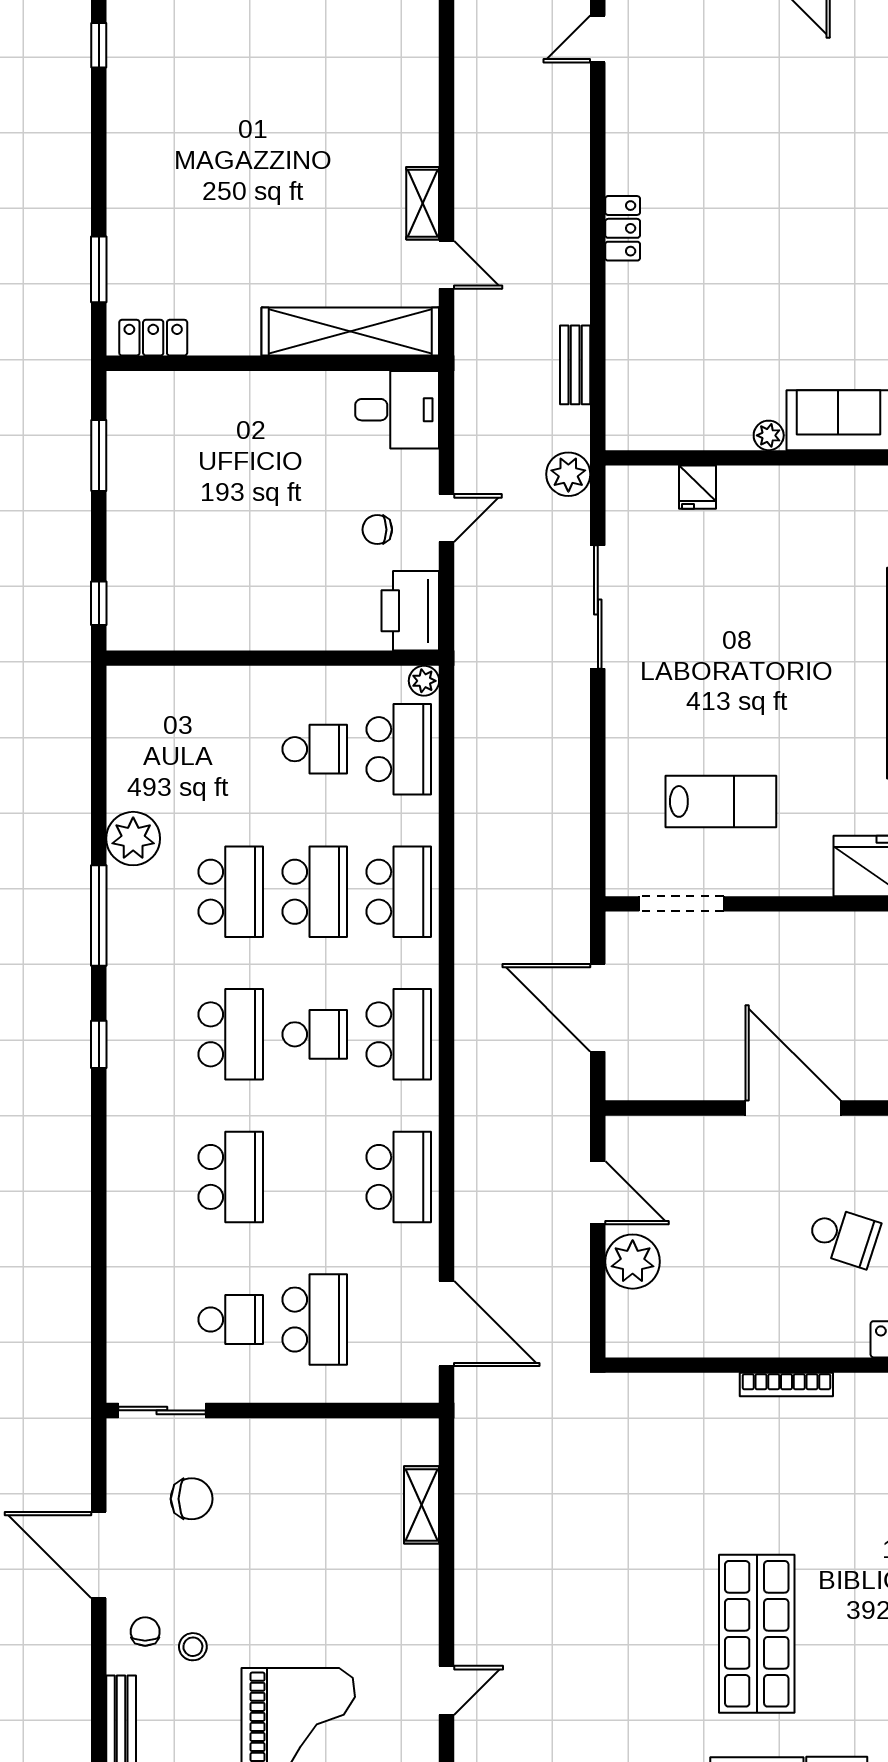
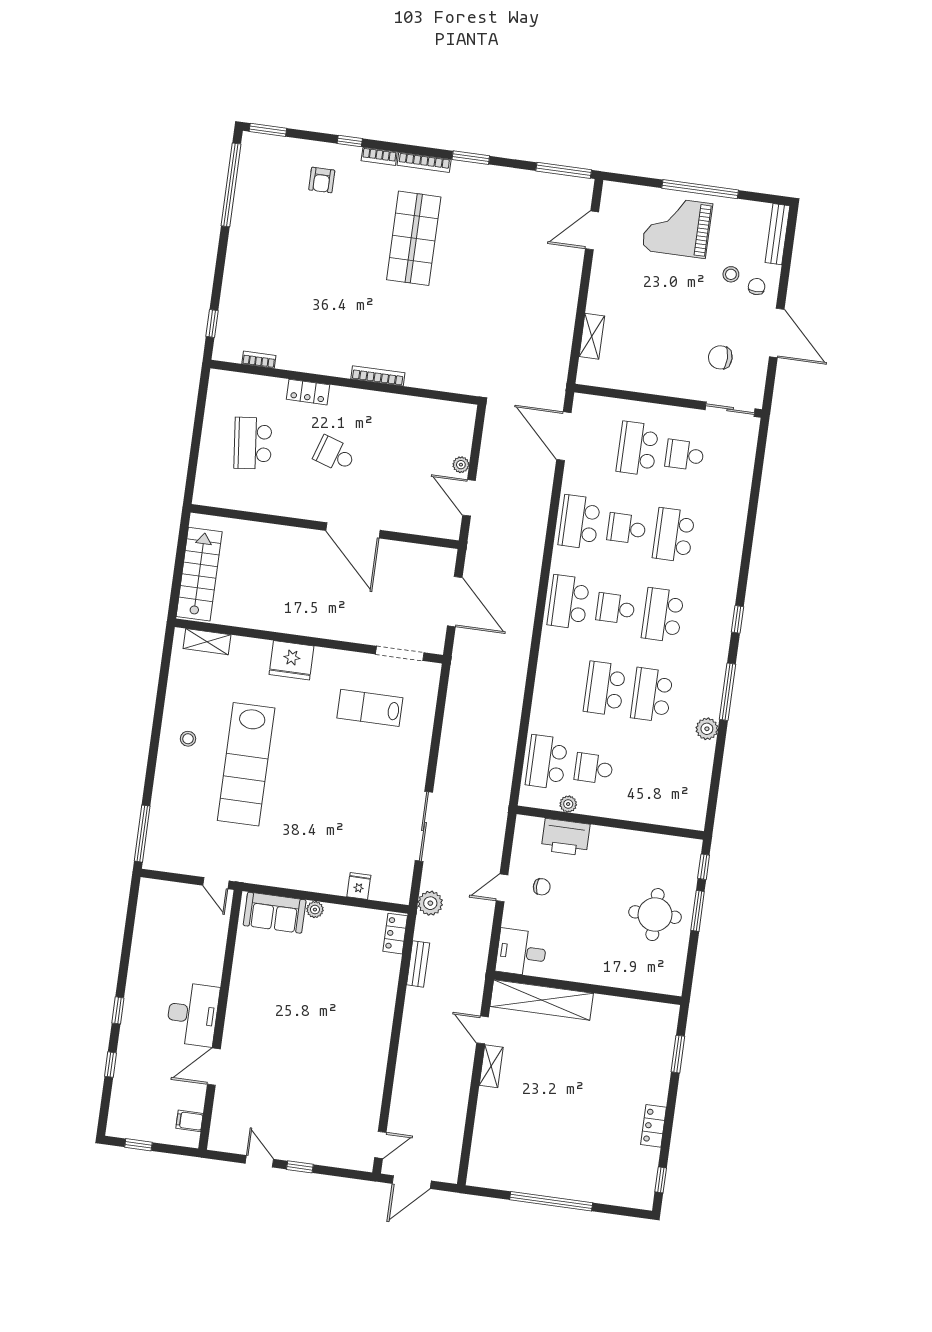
locker: (623, 228) -> (395, 934), moved
locker: (153, 338) -> (653, 1126), moved, turned 90
window: (99, 456) -> (698, 911), moved
round table: (172, 508) -> (655, 915), added
printer: (410, 611) -> (565, 837), moved, turned 90
plant: (424, 681) -> (568, 804), moved
plant: (133, 839) -> (707, 729), width x0.73, depth x0.73
school desk: (399, 892) -> (627, 528), moved, width x0.54
plant: (633, 1262) -> (461, 465), width x0.53, depth x0.53
chair: (145, 1632) -> (757, 287), turned 180
door: (447, 1690) -> (592, 230), width x1.38

